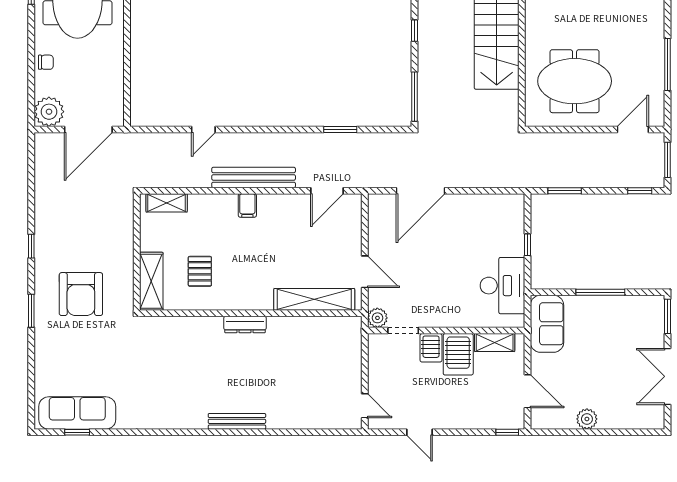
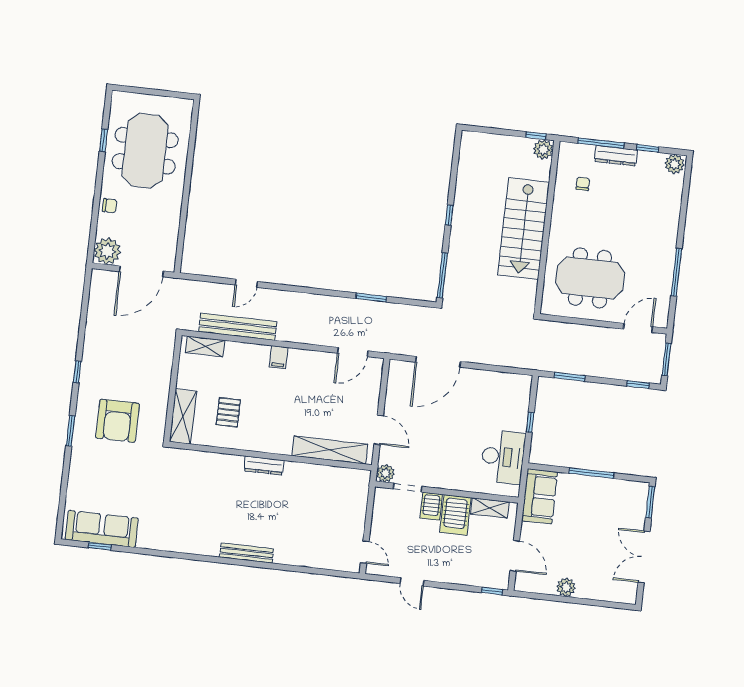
bench: (254, 177) -> (238, 327), moved

